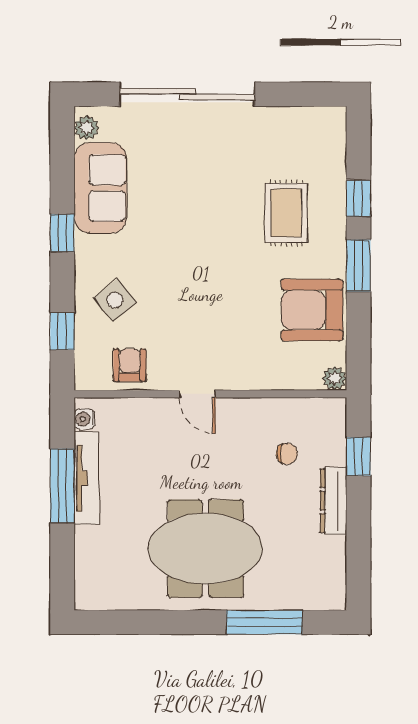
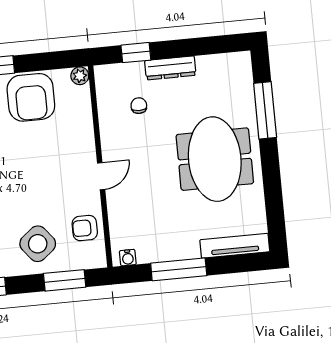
side table: (115, 300) -> (38, 244), width x1.37, depth x1.37
window: (62, 331) -> (65, 280), width x1.50
tv unit: (87, 478) -> (235, 246), moved

